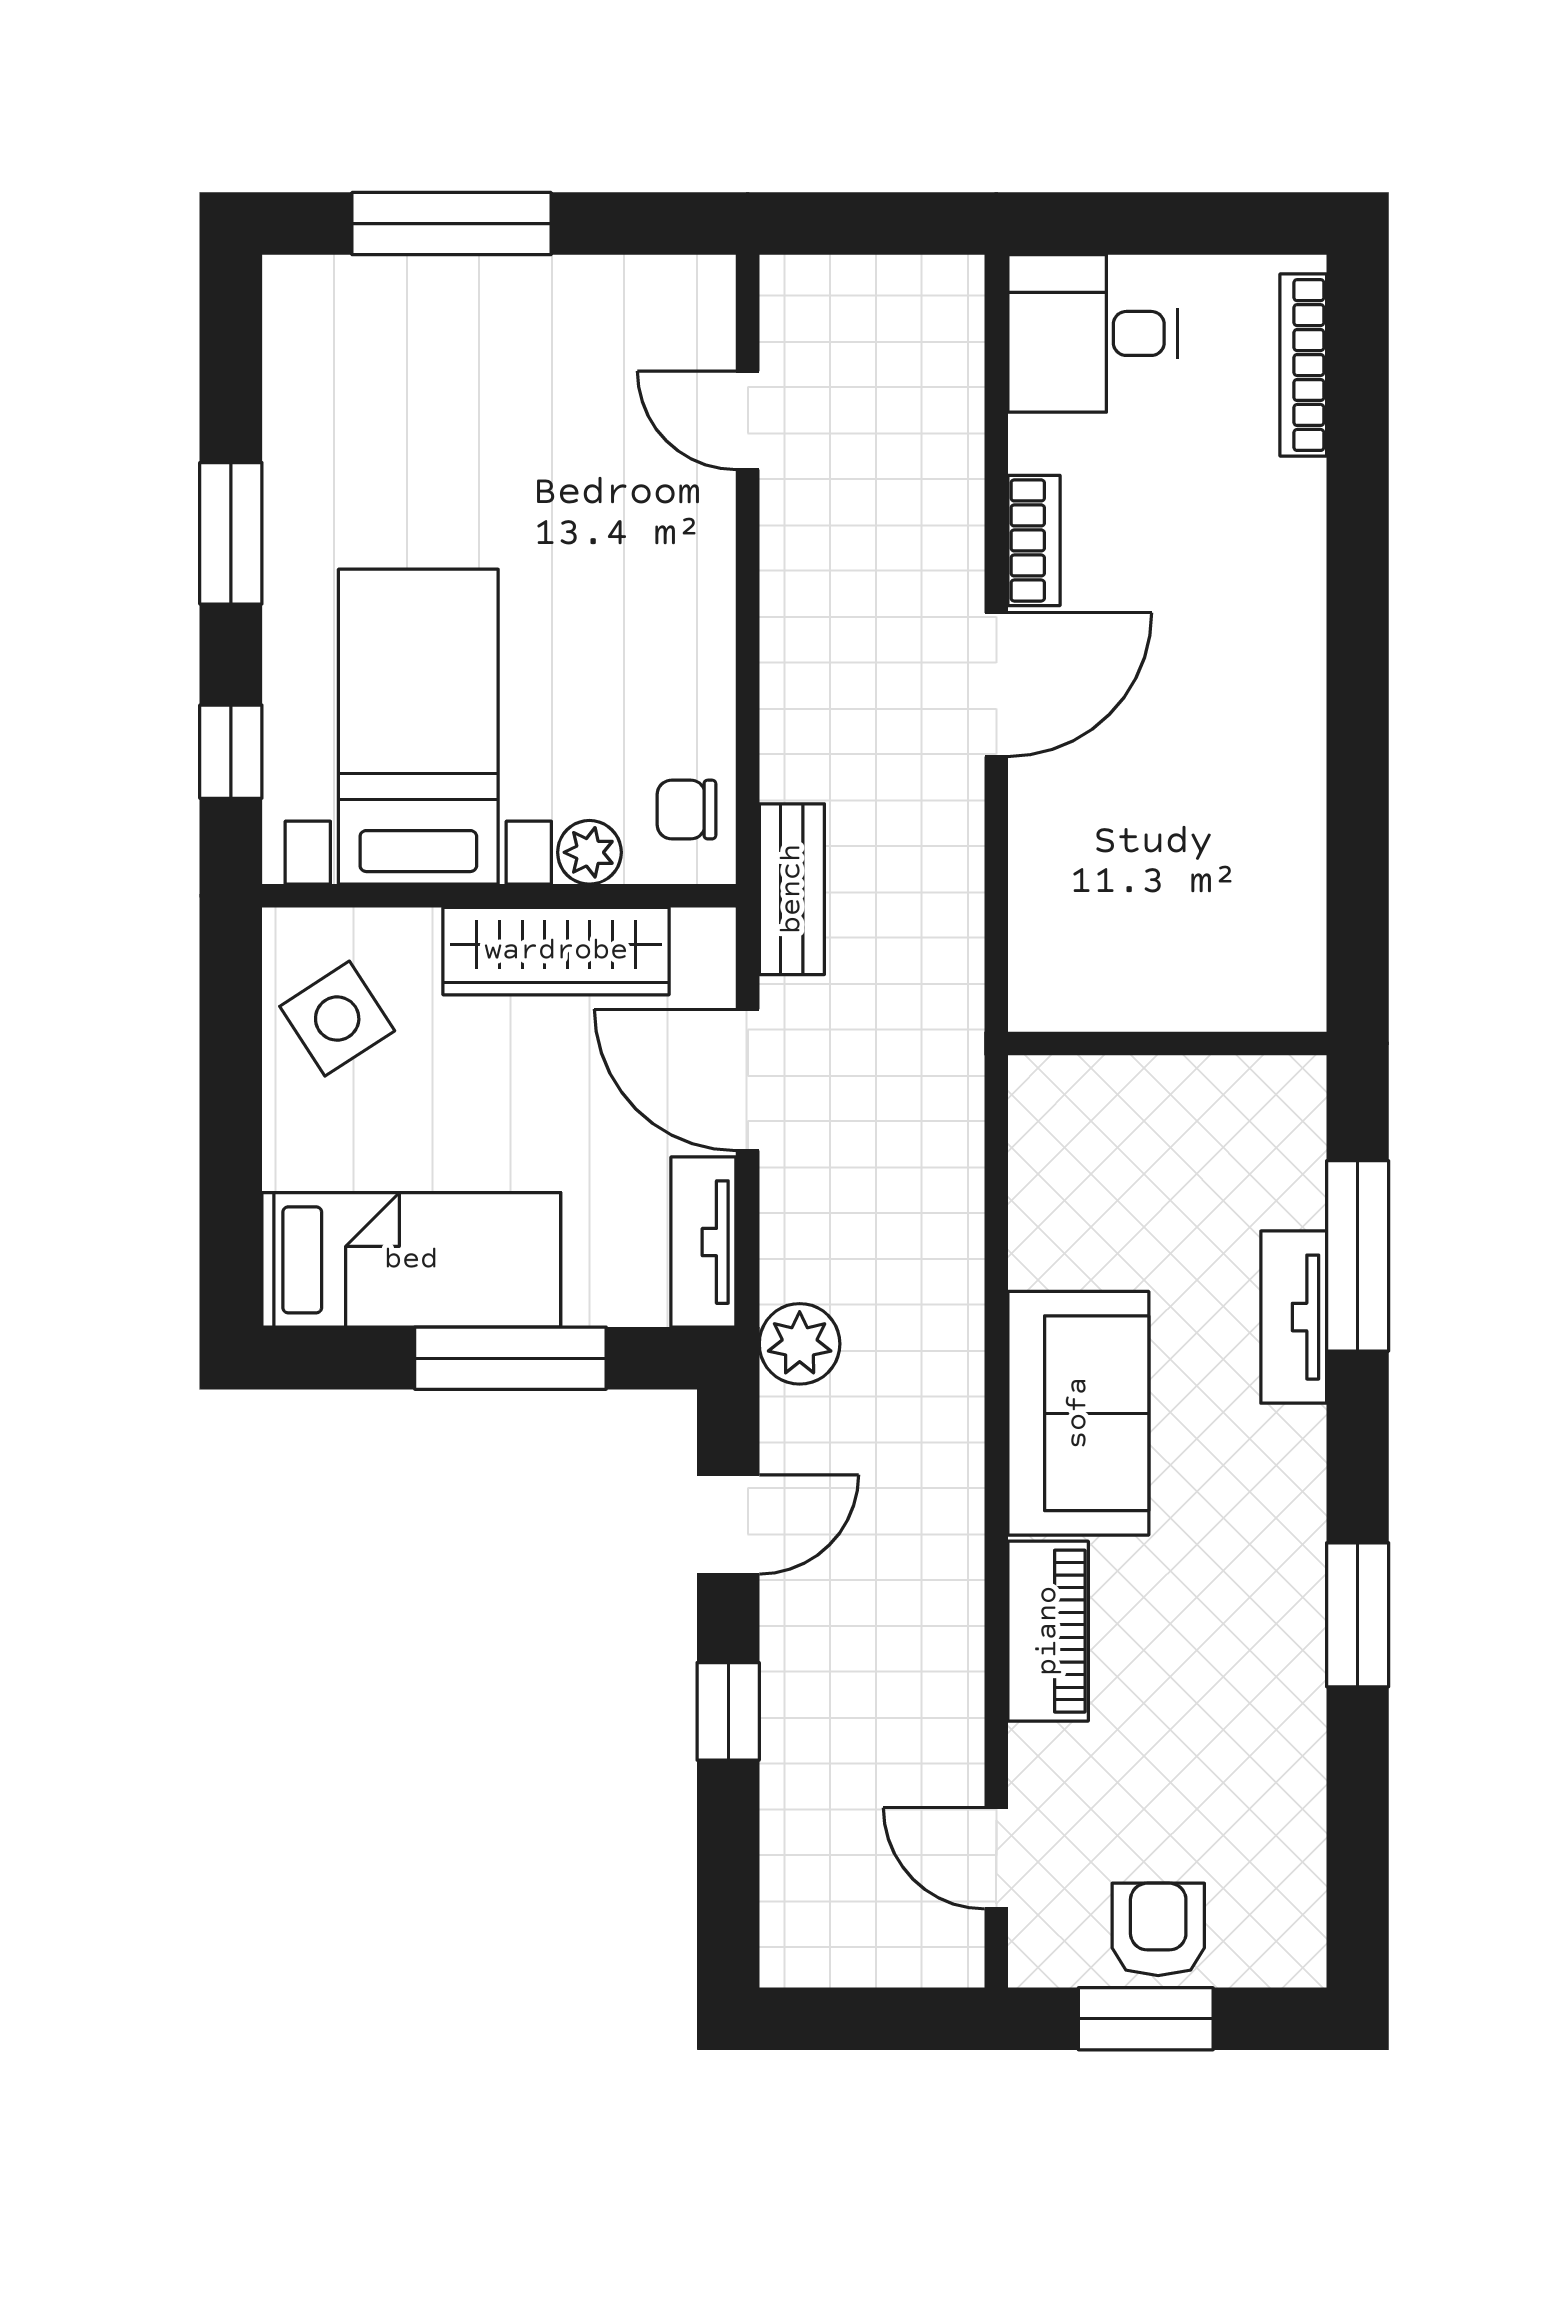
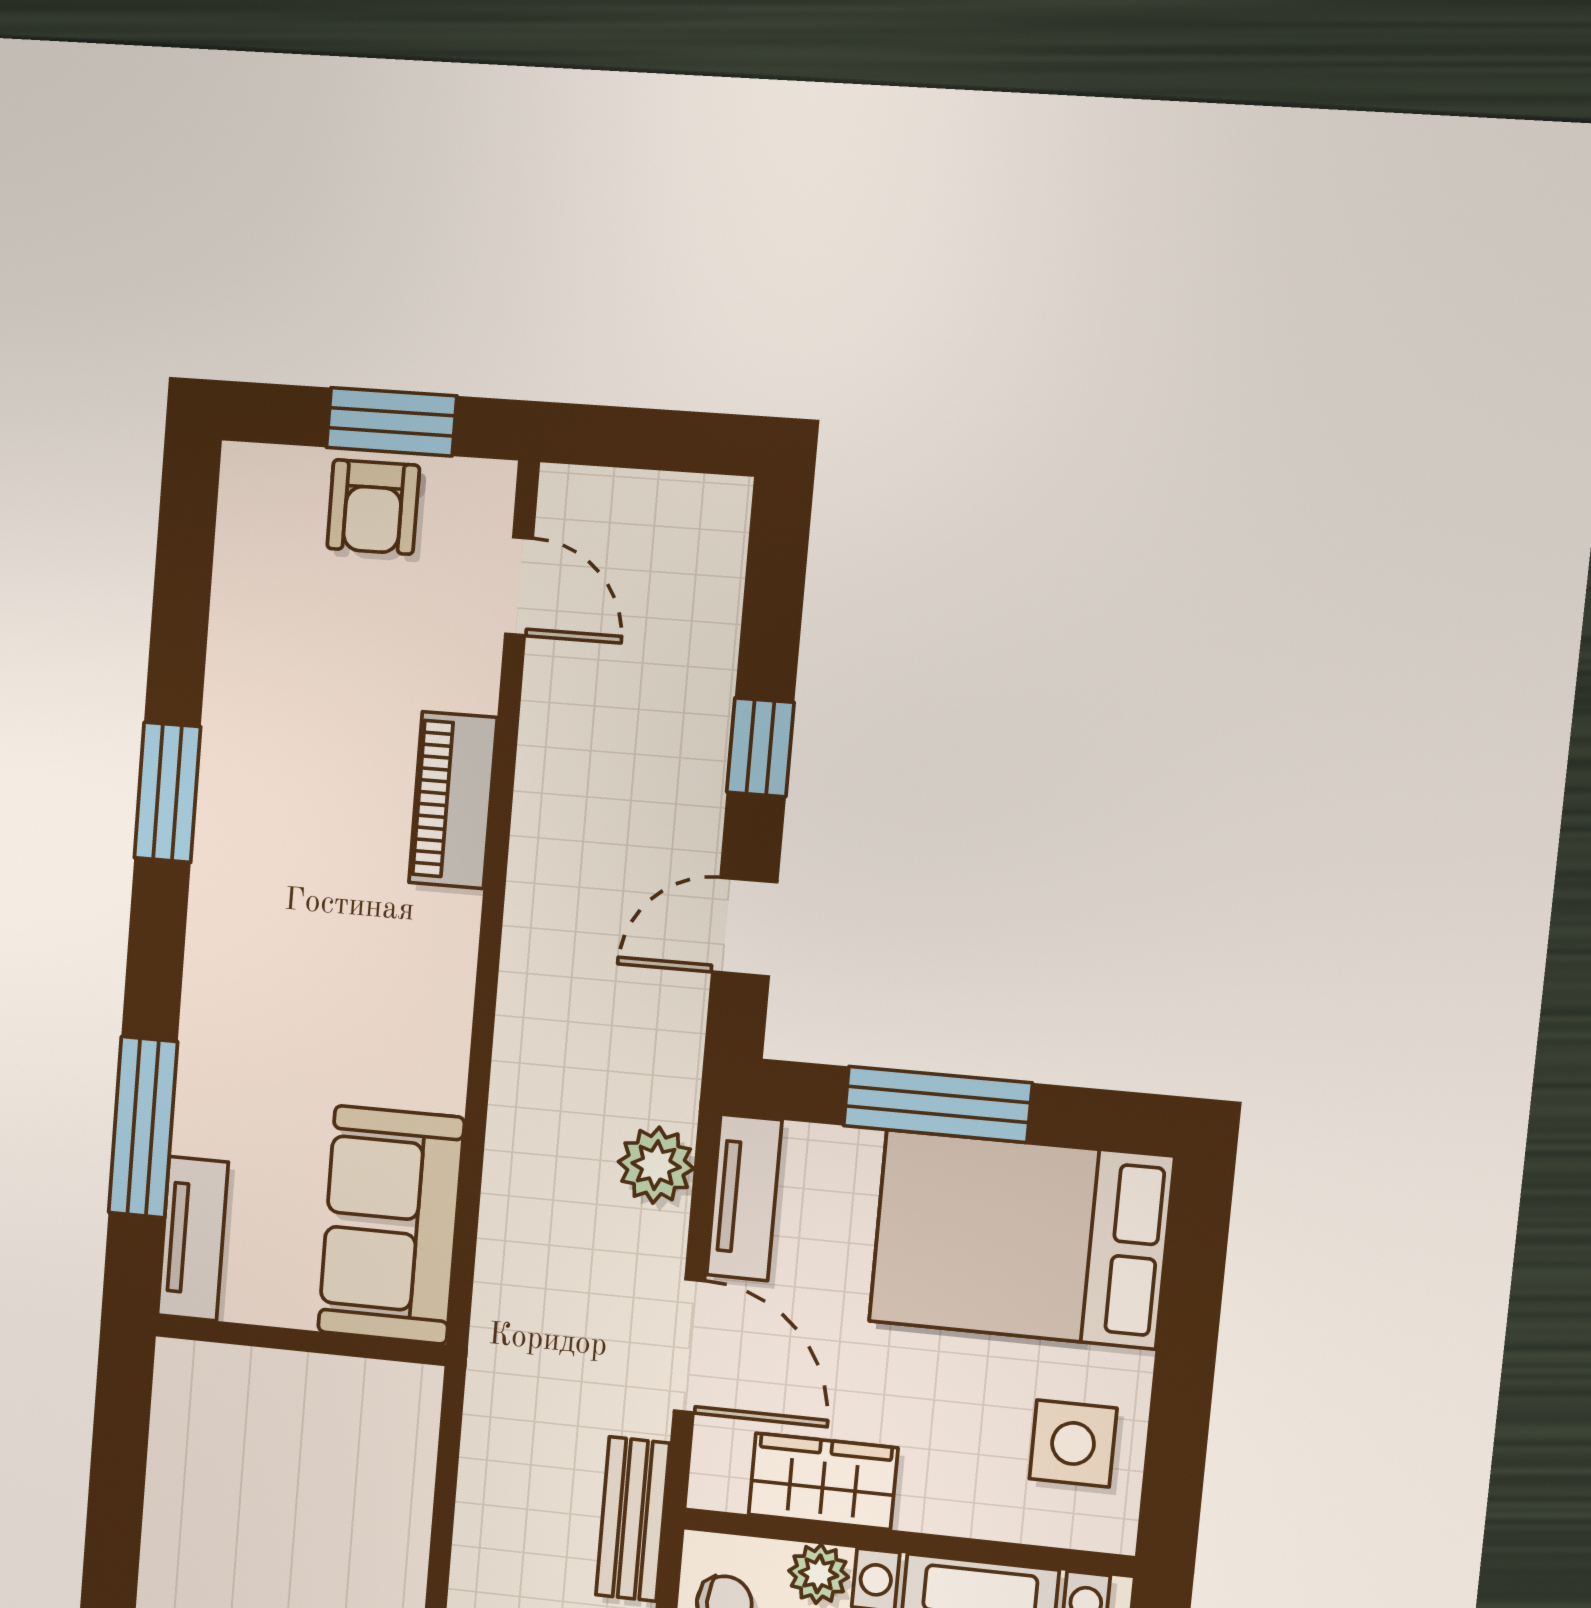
wardrobe: (556, 951) -> (823, 1481), width x0.67
side table: (337, 1019) -> (1073, 1443), turned 33
bed: (411, 1260) -> (1021, 1239), width x1.50
tv unit: (1294, 1317) -> (193, 1239), moved
plant: (800, 1344) -> (656, 1165), moved
sofa: (1078, 1413) -> (391, 1225), moved

